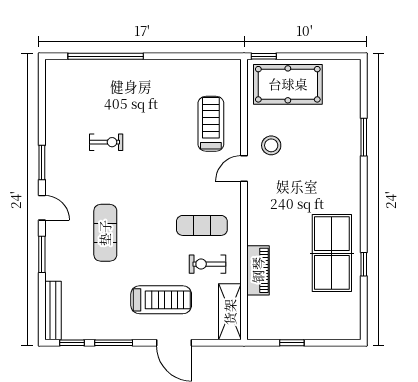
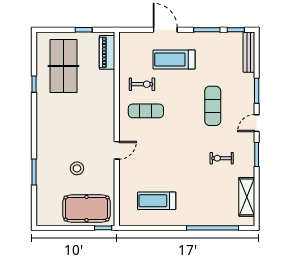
treadmill: (211, 124) -> (157, 201), moved, turned 90
exercise bike: (106, 142) -> (222, 158), moved
stool: (271, 145) -> (77, 168), moved
door: (42, 208) -> (257, 123), hinge flipped
table tennis table: (332, 253) -> (63, 66), moved
piano: (258, 270) -> (107, 52), moved
shelving: (230, 312) -> (247, 197), moved

